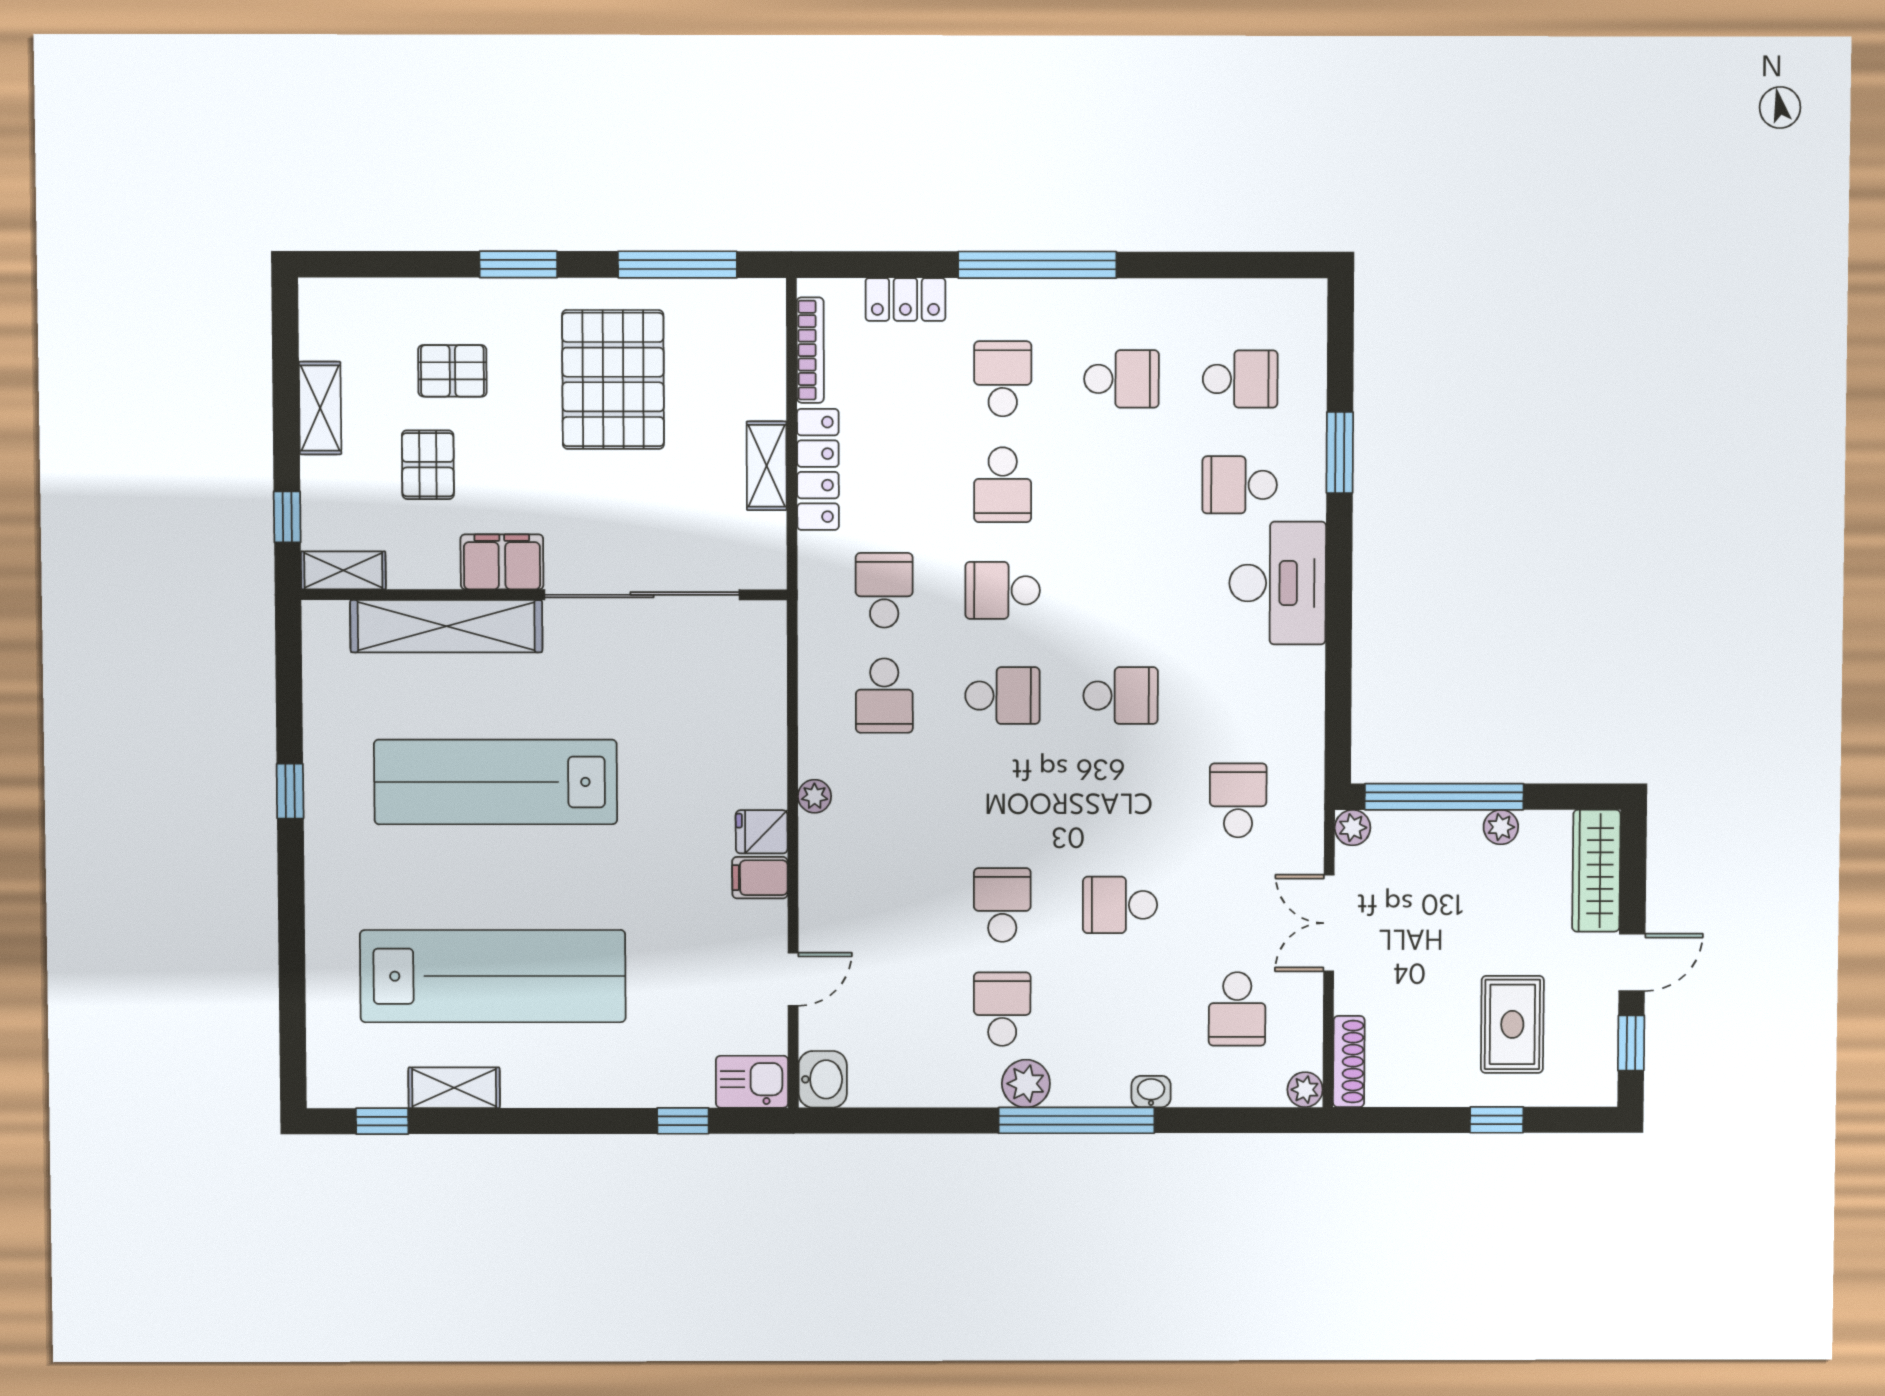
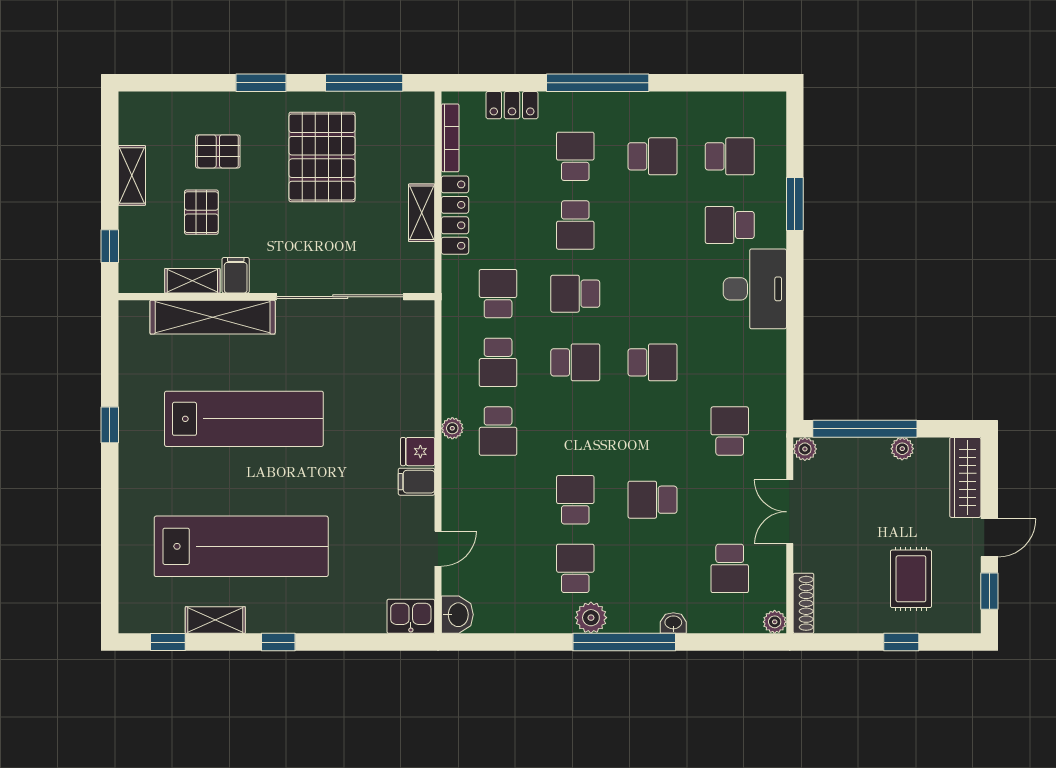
filing cabinet: (502, 562) -> (236, 275), width x0.50
shelving: (343, 570) -> (192, 281), moved
lab bench: (496, 782) -> (244, 419), turned 180
school desk: (884, 800) -> (498, 431), added
window: (683, 1121) -> (278, 642), moved

